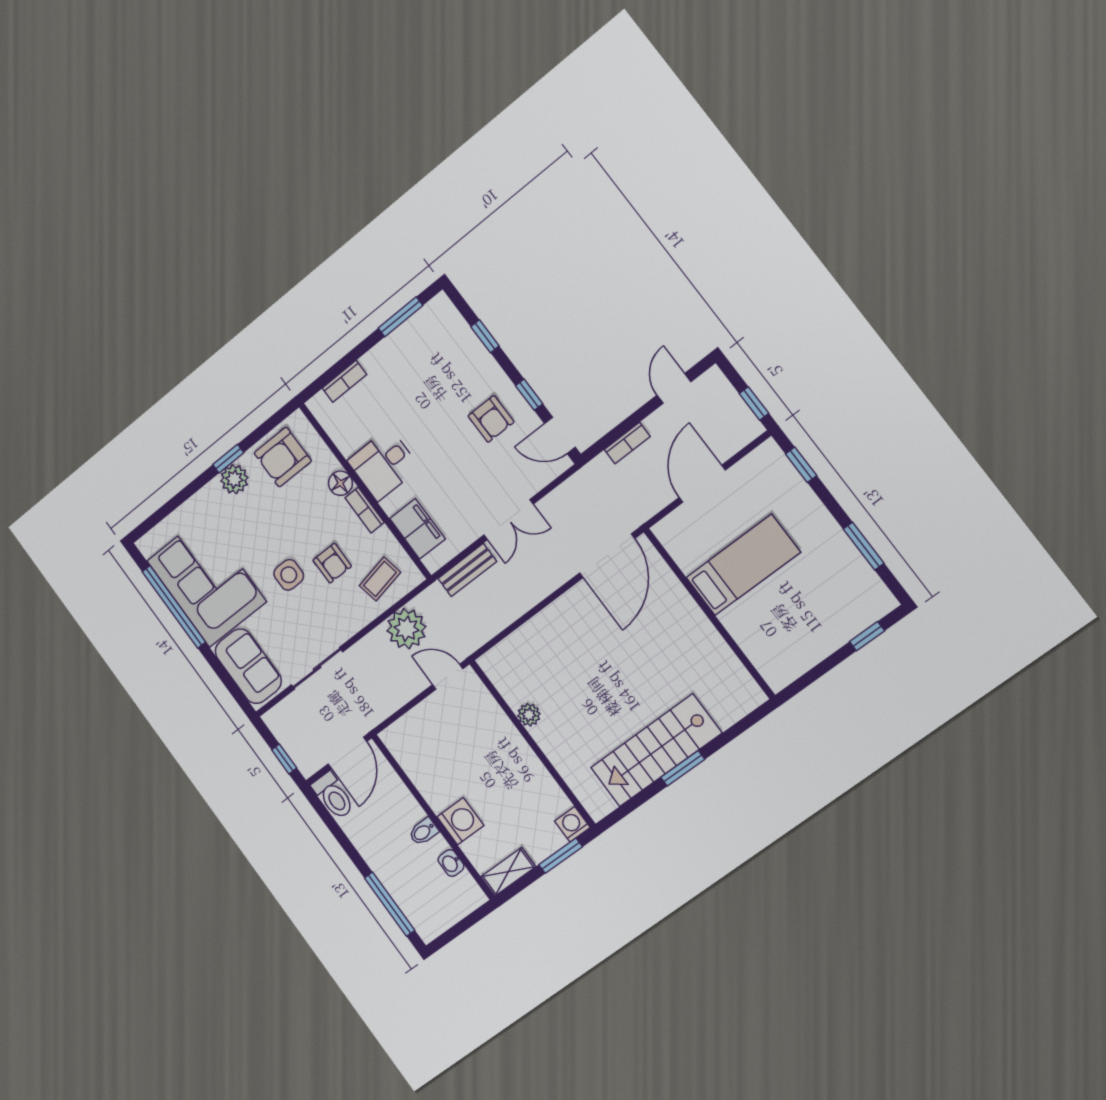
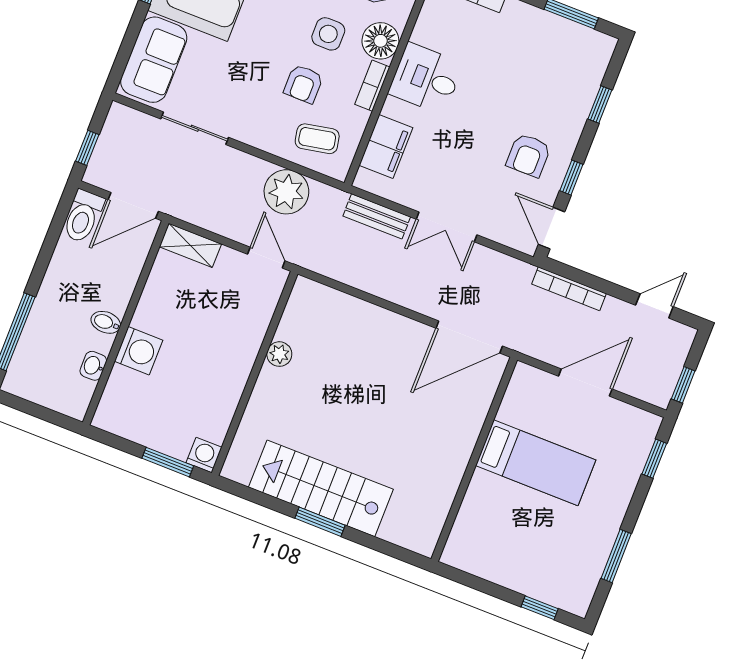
bookcase: (627, 443) -> (569, 289), width x1.56
floor lamp: (340, 483) -> (380, 41), width x1.38, depth x1.38
side table: (289, 575) -> (328, 34), moved
shelving: (508, 872) -> (190, 245), moved

